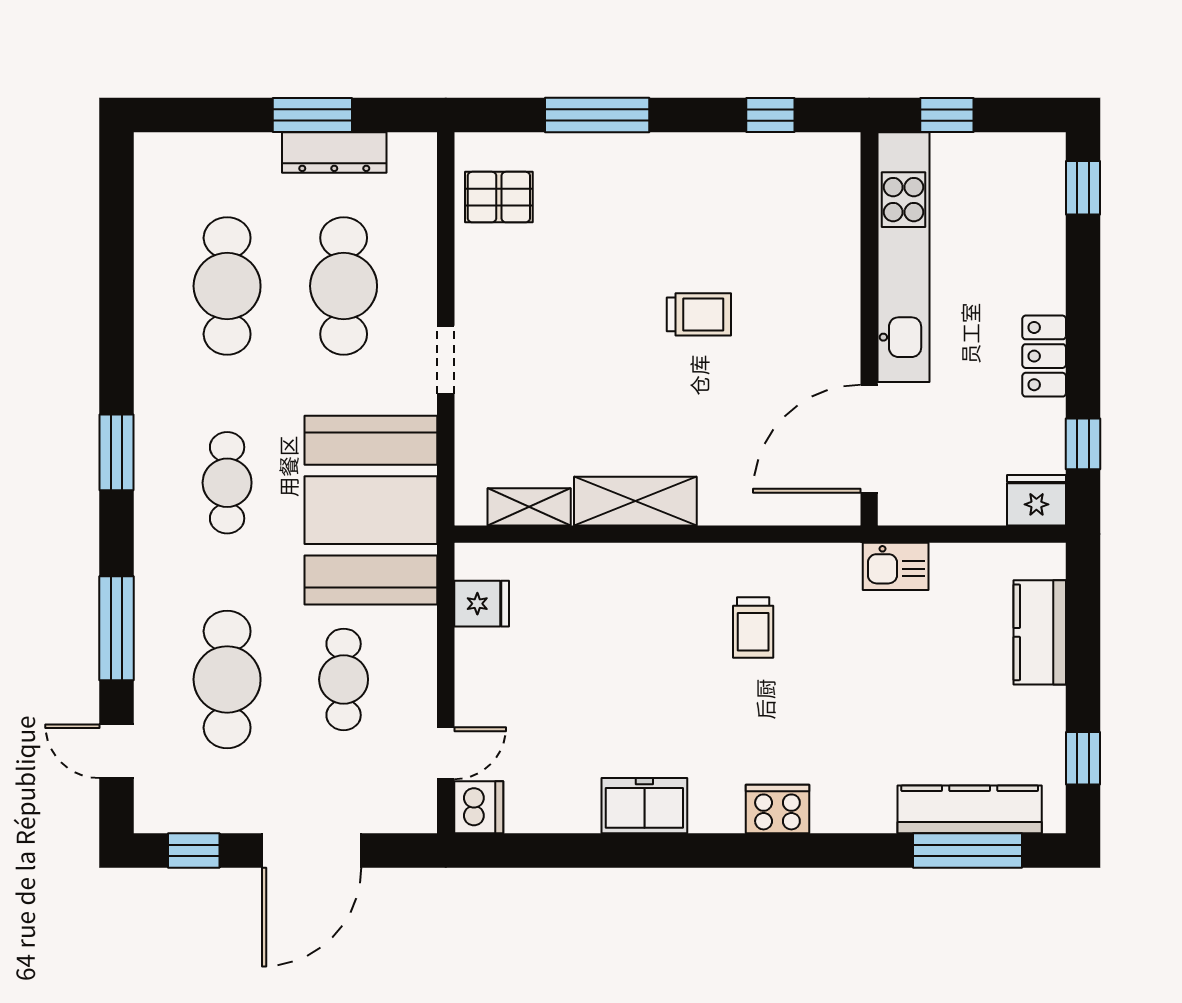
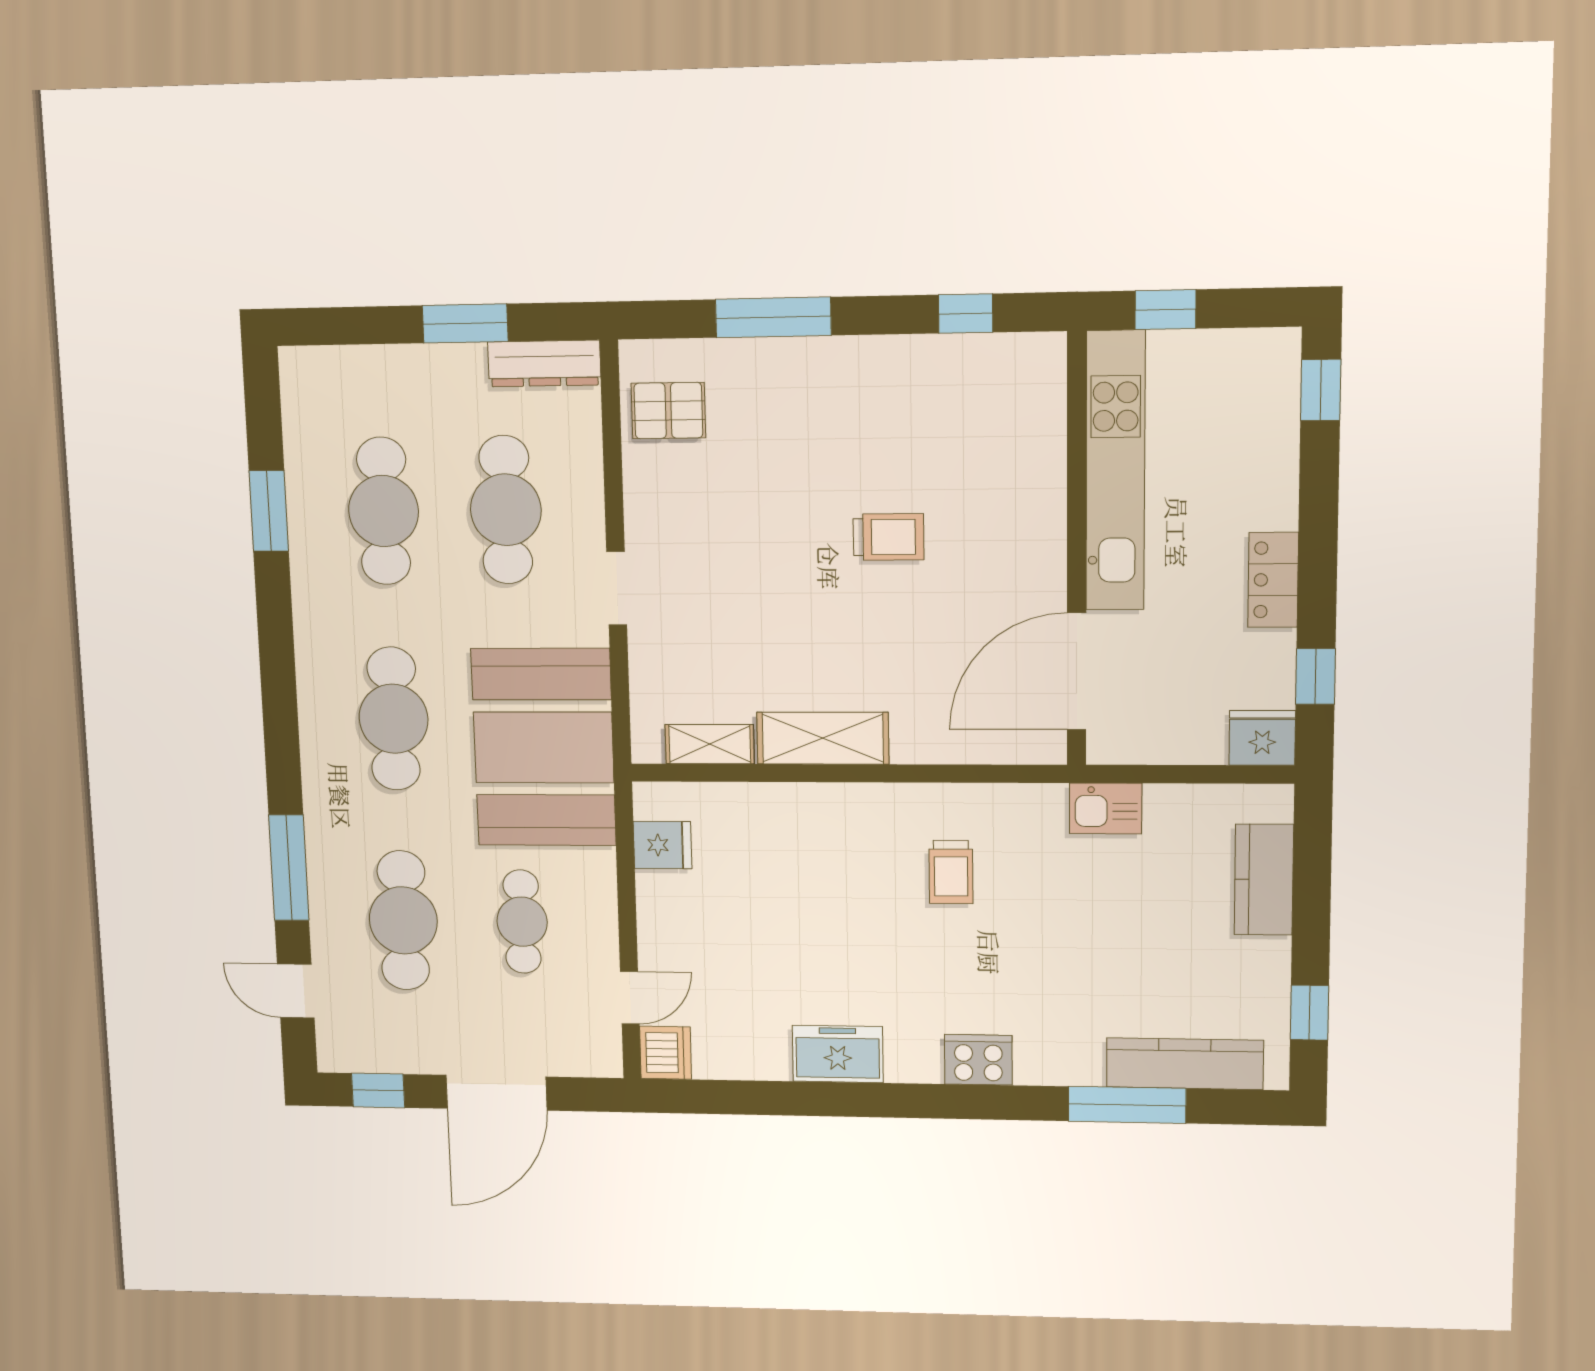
dresser: (334, 152) -> (544, 363), moved
window: (116, 452) -> (269, 511), moved
cafe table: (227, 483) -> (394, 719), width x1.37, depth x1.35
window: (967, 851) -> (1127, 1105), moved

